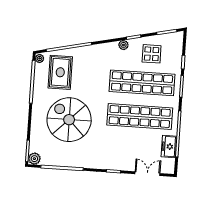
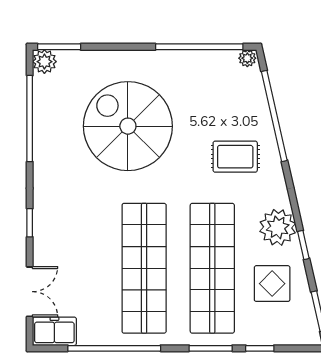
plant: (123, 45) -> (278, 227), width x1.87, depth x1.87
rug: (60, 72) -> (235, 157), moved, width x0.73, depth x0.70
spiral stairs: (69, 120) -> (128, 126), turned -90
freezer: (169, 146) -> (54, 331), moved

